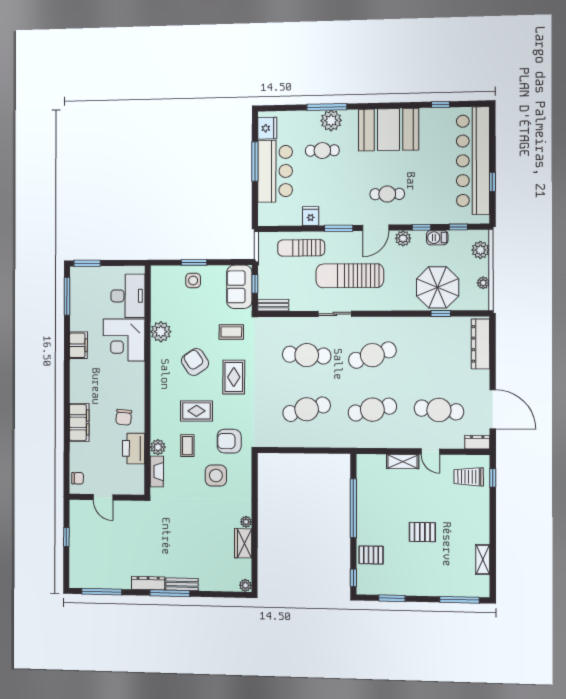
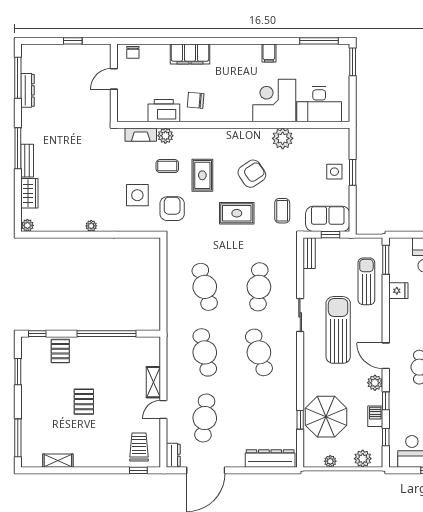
window: (339, 228) -> (386, 260), moved
filing cabinet: (78, 345) -> (269, 53), width x0.50
wardrobe: (243, 543) -> (29, 193), moved, turned 90
dresser: (148, 583) -> (27, 90), moved

